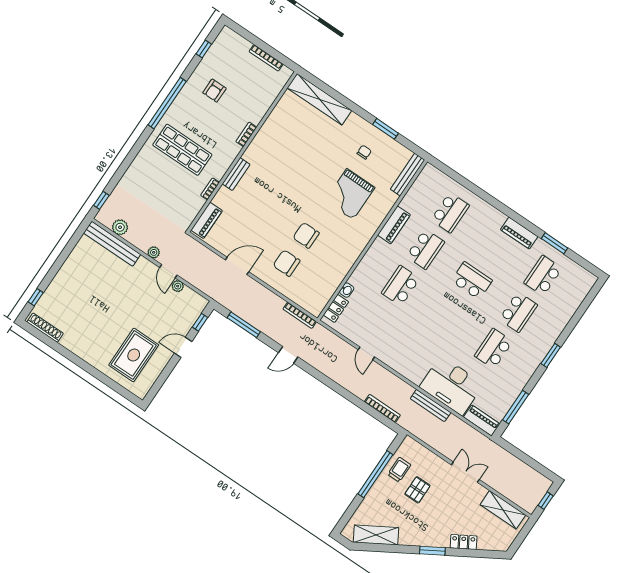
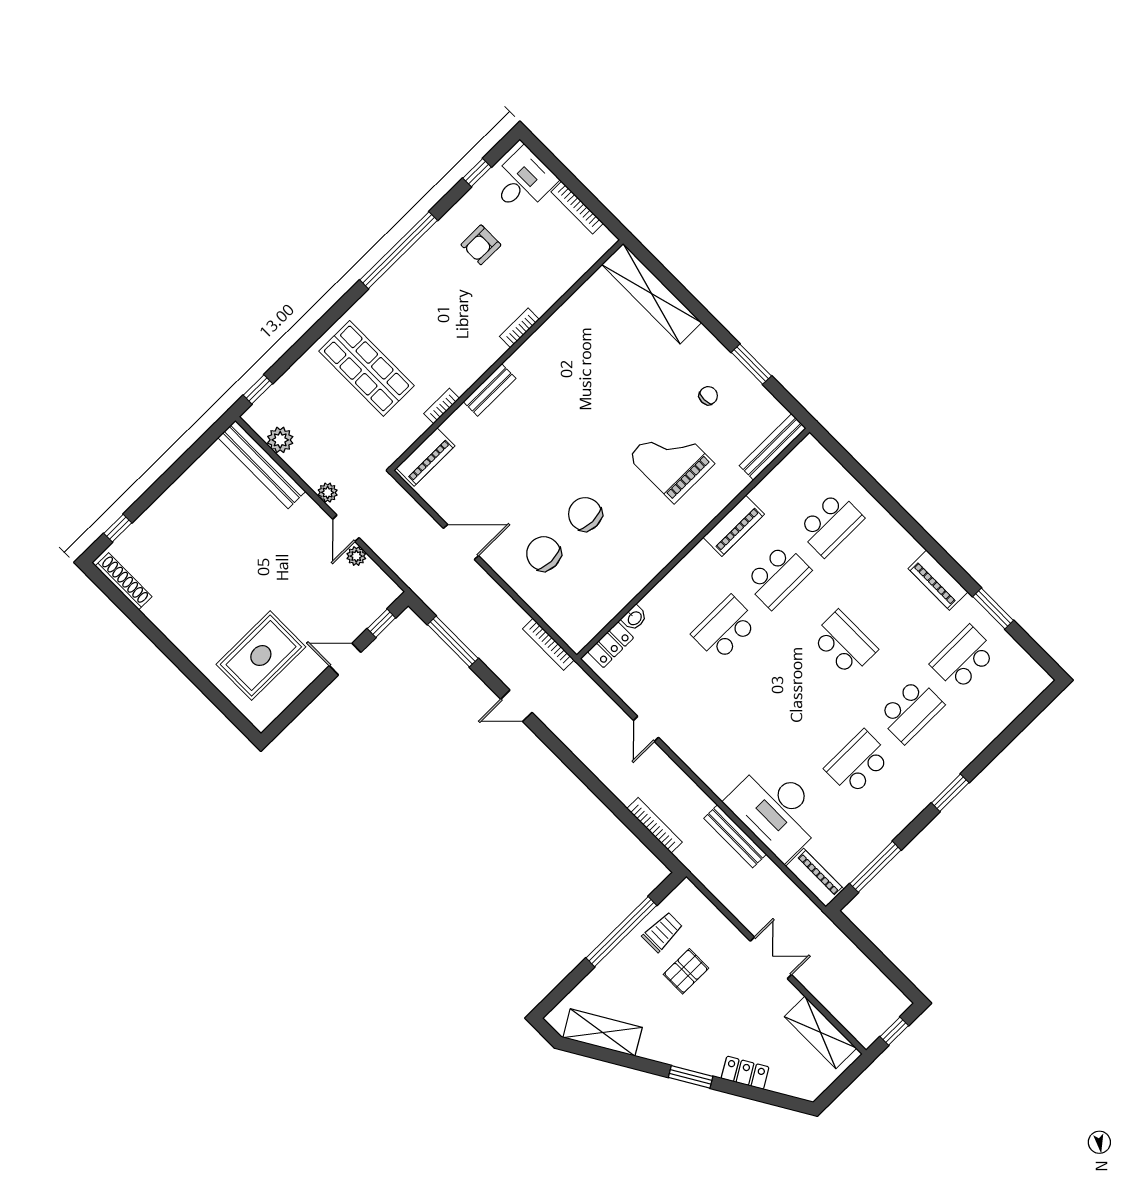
desk: (231, 49) -> (523, 181), added
shop shelf: (182, 150) -> (366, 368), moved
grand piano: (350, 194) -> (671, 460), turned 90

